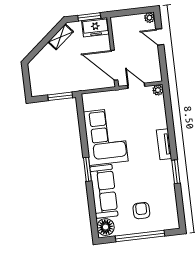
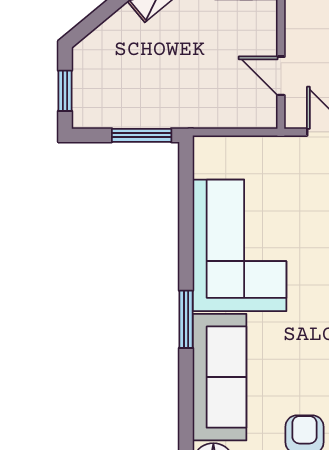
door: (114, 65) -> (281, 76), width x0.53
window: (27, 82) -> (65, 91), added

